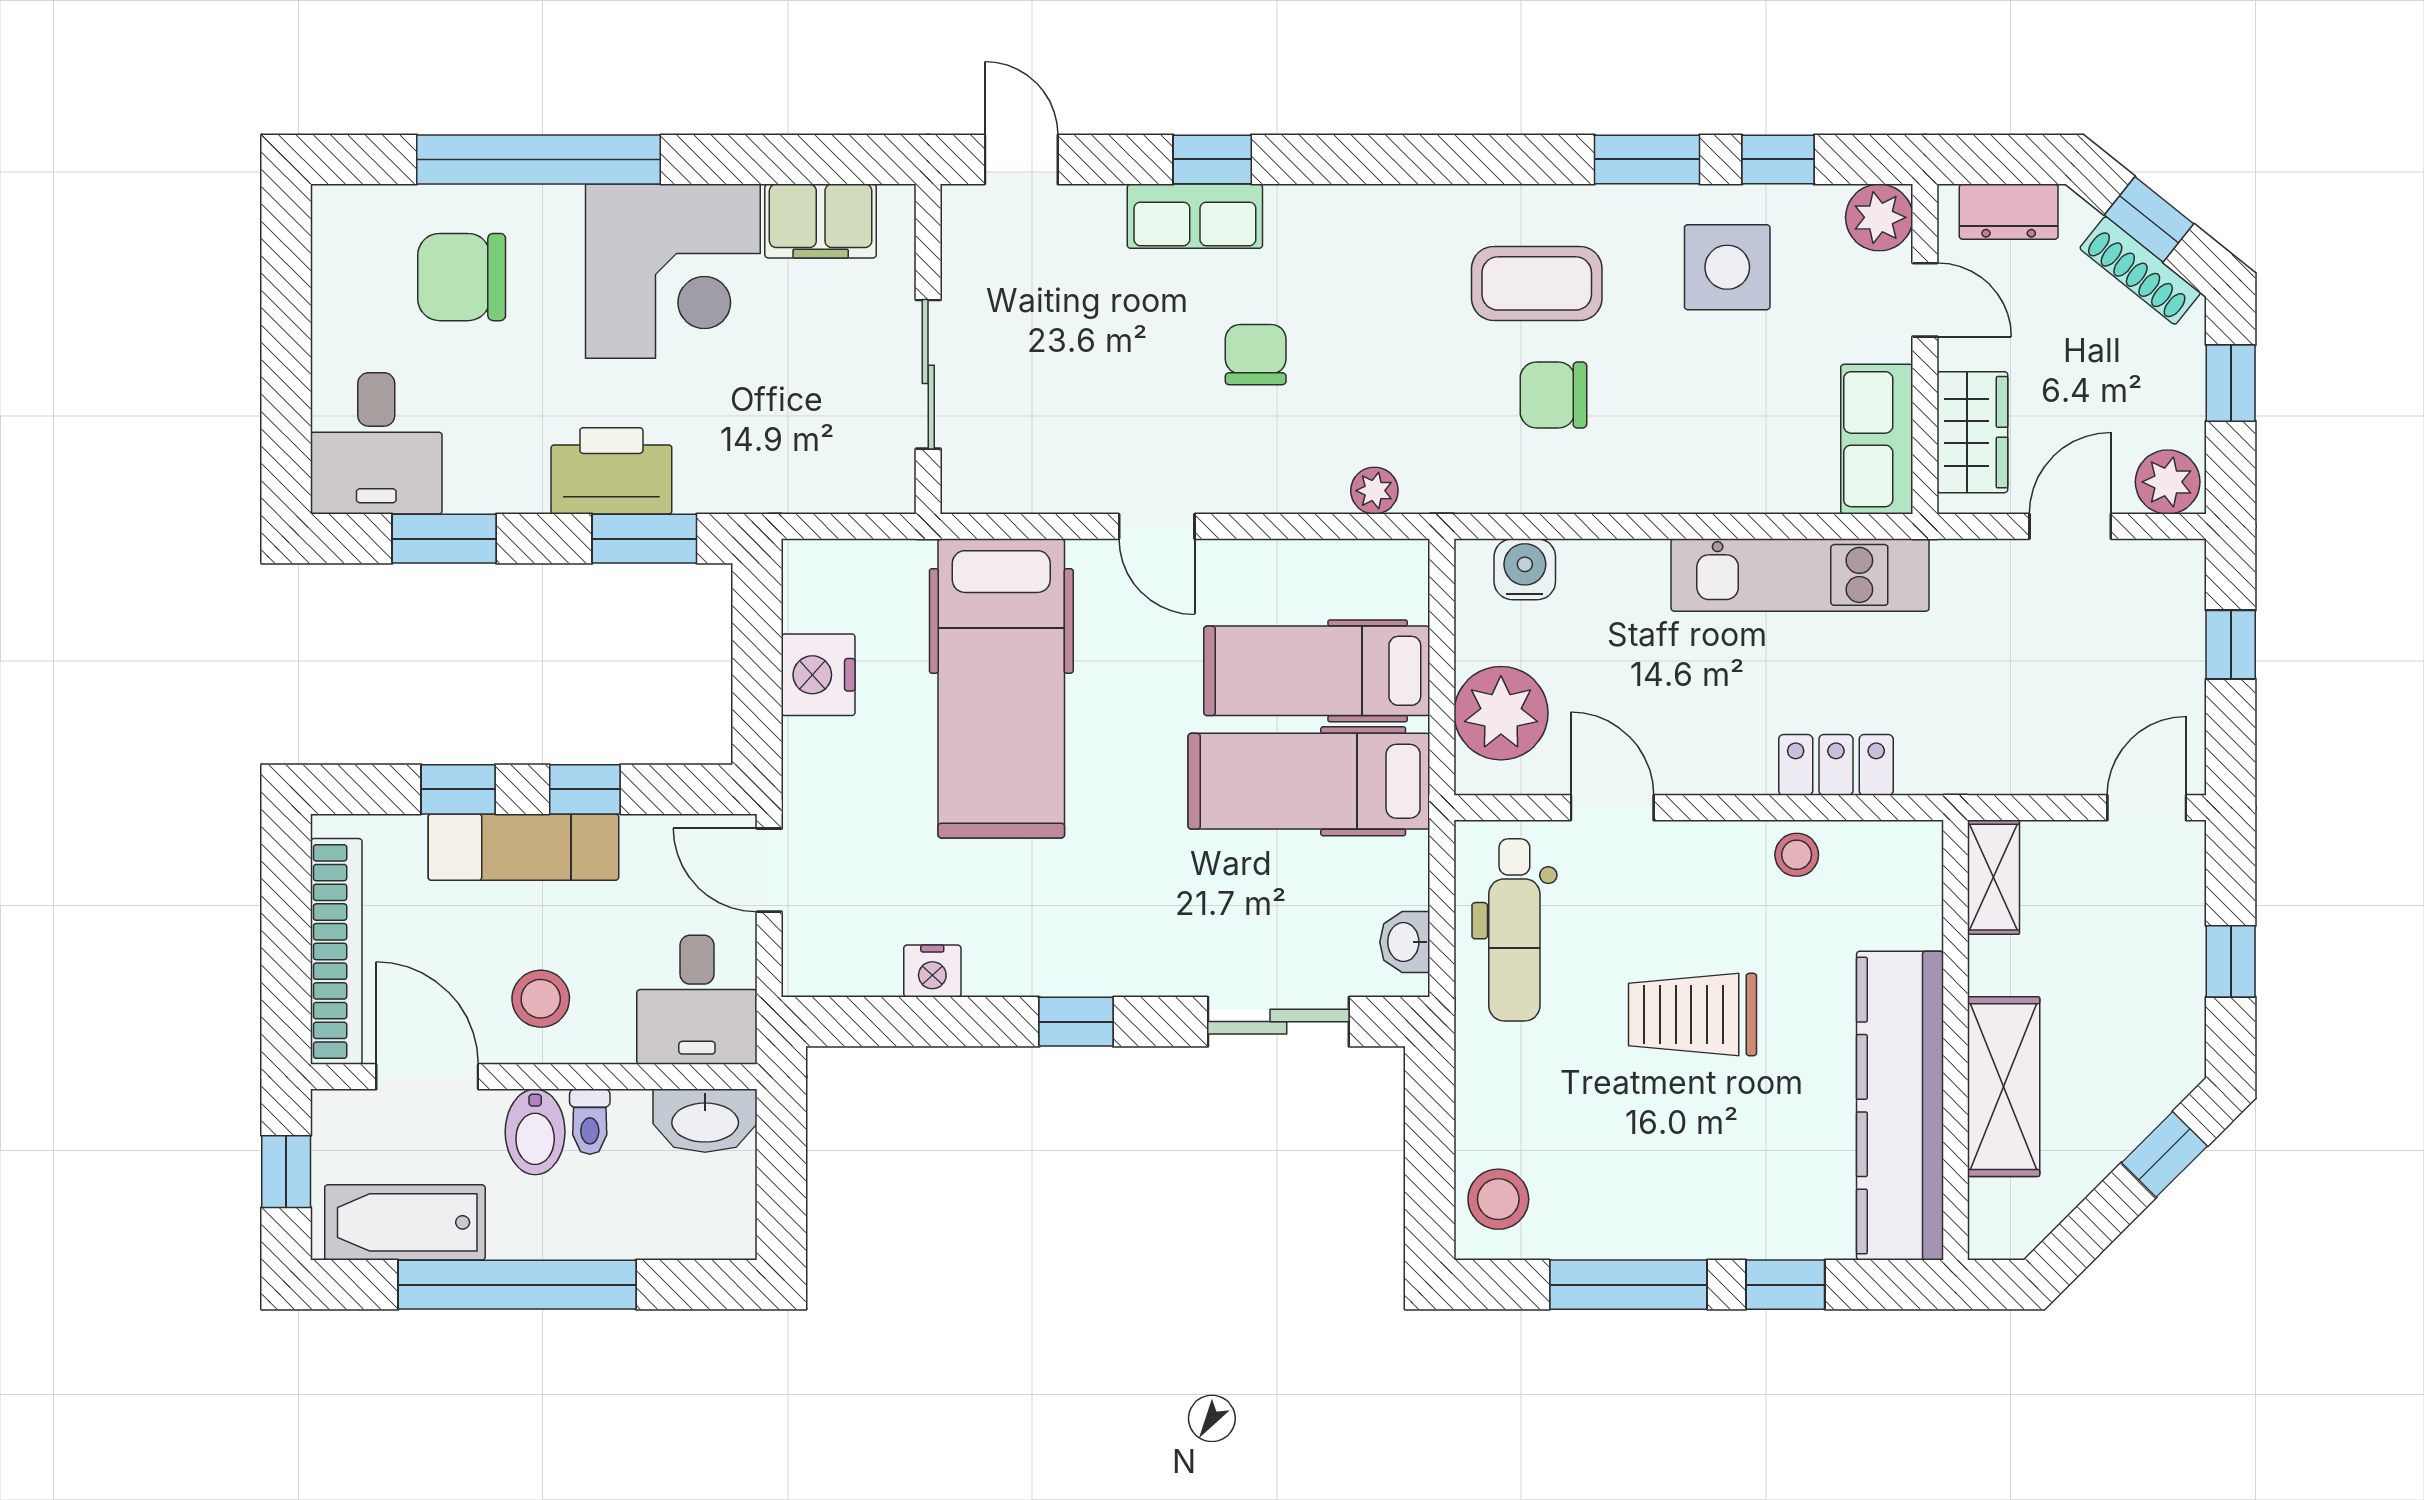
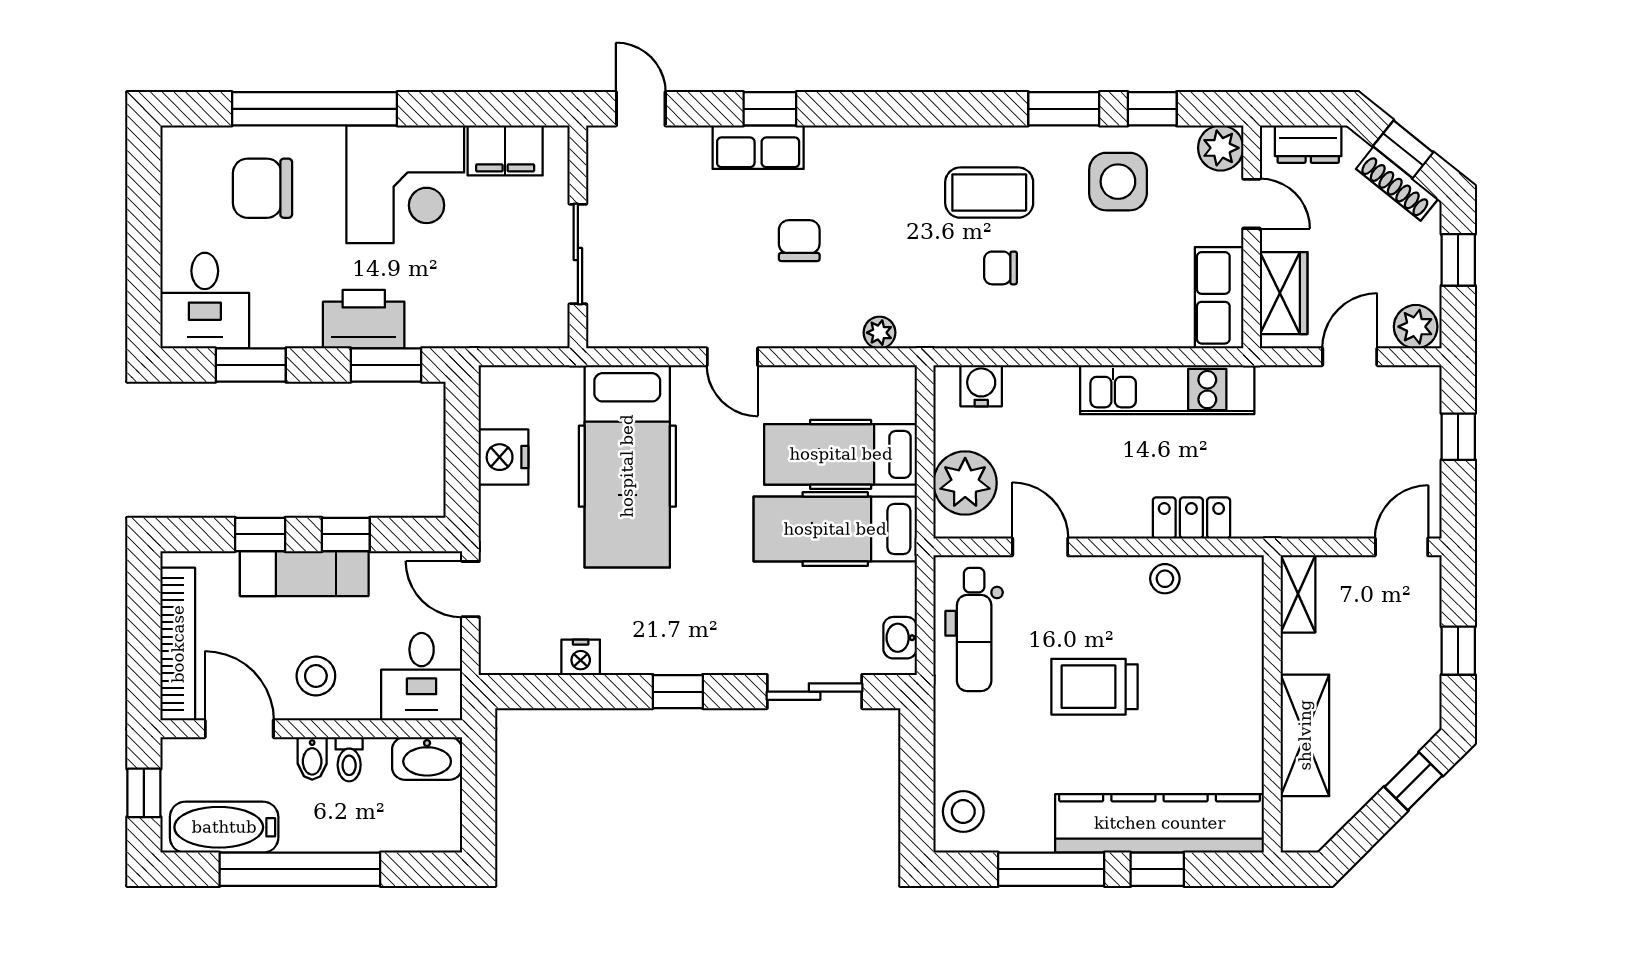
chair: (1553, 395) -> (1000, 268), width x0.73, depth x0.73
kitchen counter: (1900, 1106) -> (1160, 823), moved, turned 90
bidet: (535, 1132) -> (312, 758), width x0.72, depth x0.74

